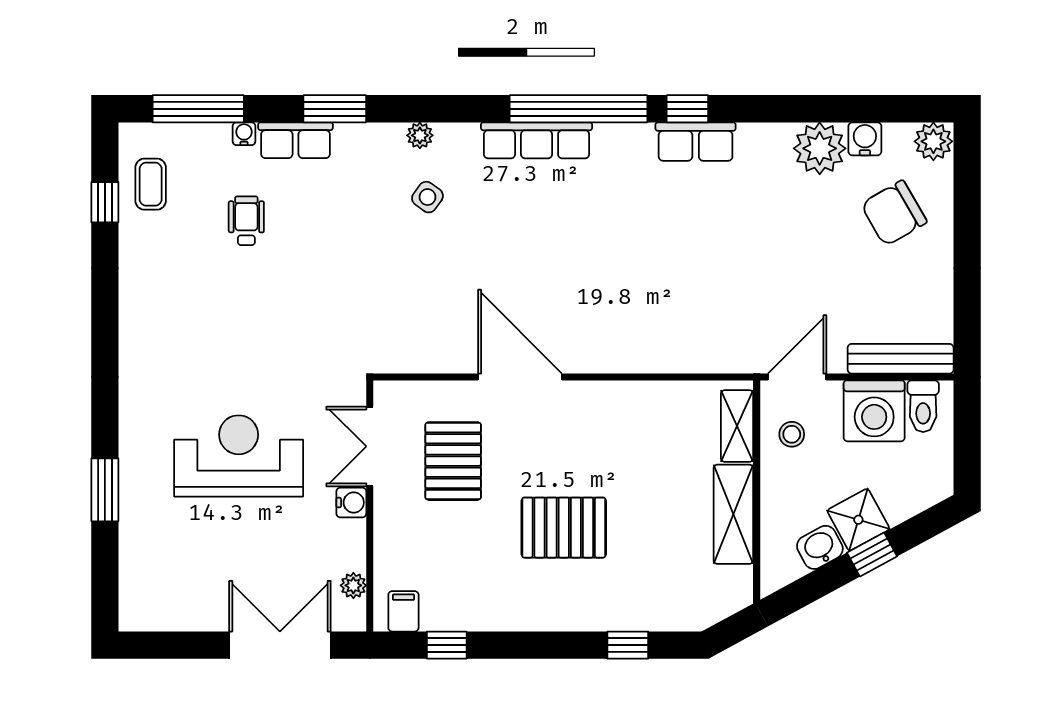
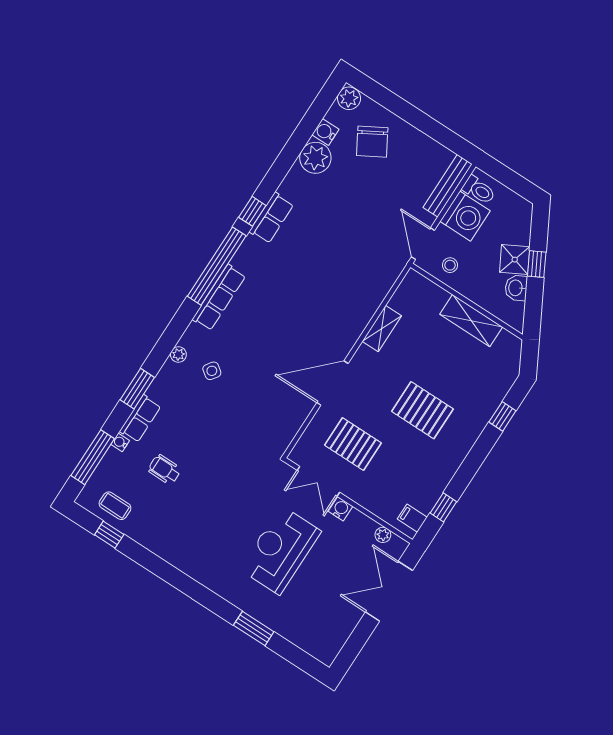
shelving: (737, 426) -> (382, 329), moved, turned 90
pallet: (564, 528) -> (422, 410), turned 90

